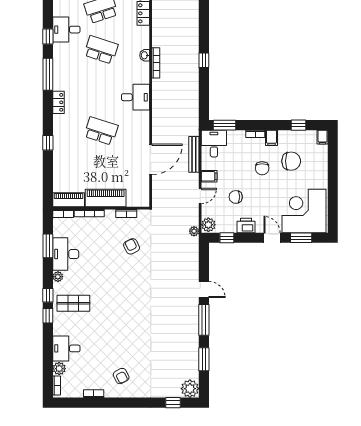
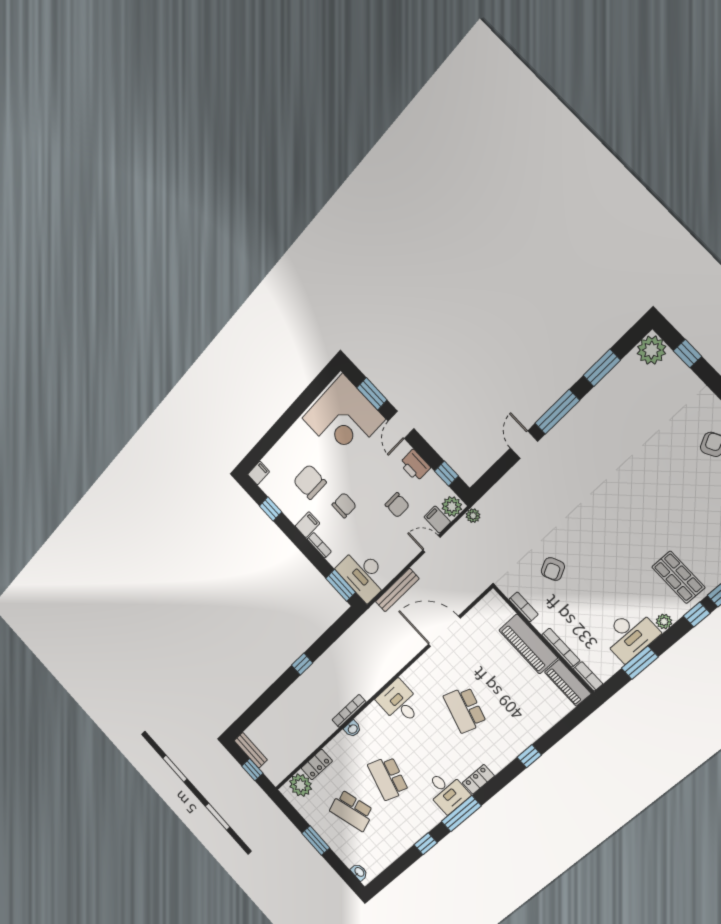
desk: (66, 30) -> (447, 791), moved
desk: (214, 144) -> (363, 574), width x1.37
filing cabinet: (209, 176) -> (437, 520), moved

